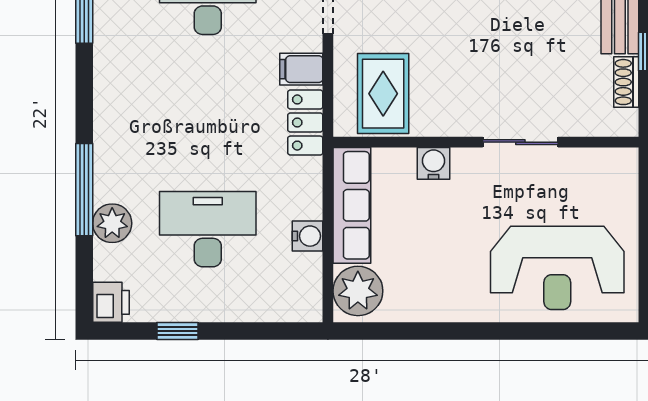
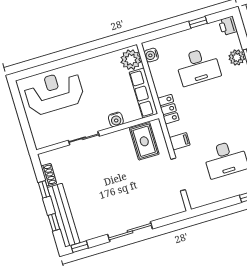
locker: (305, 123) -> (168, 109), moved
water cooler: (308, 236) -> (151, 55), moved

